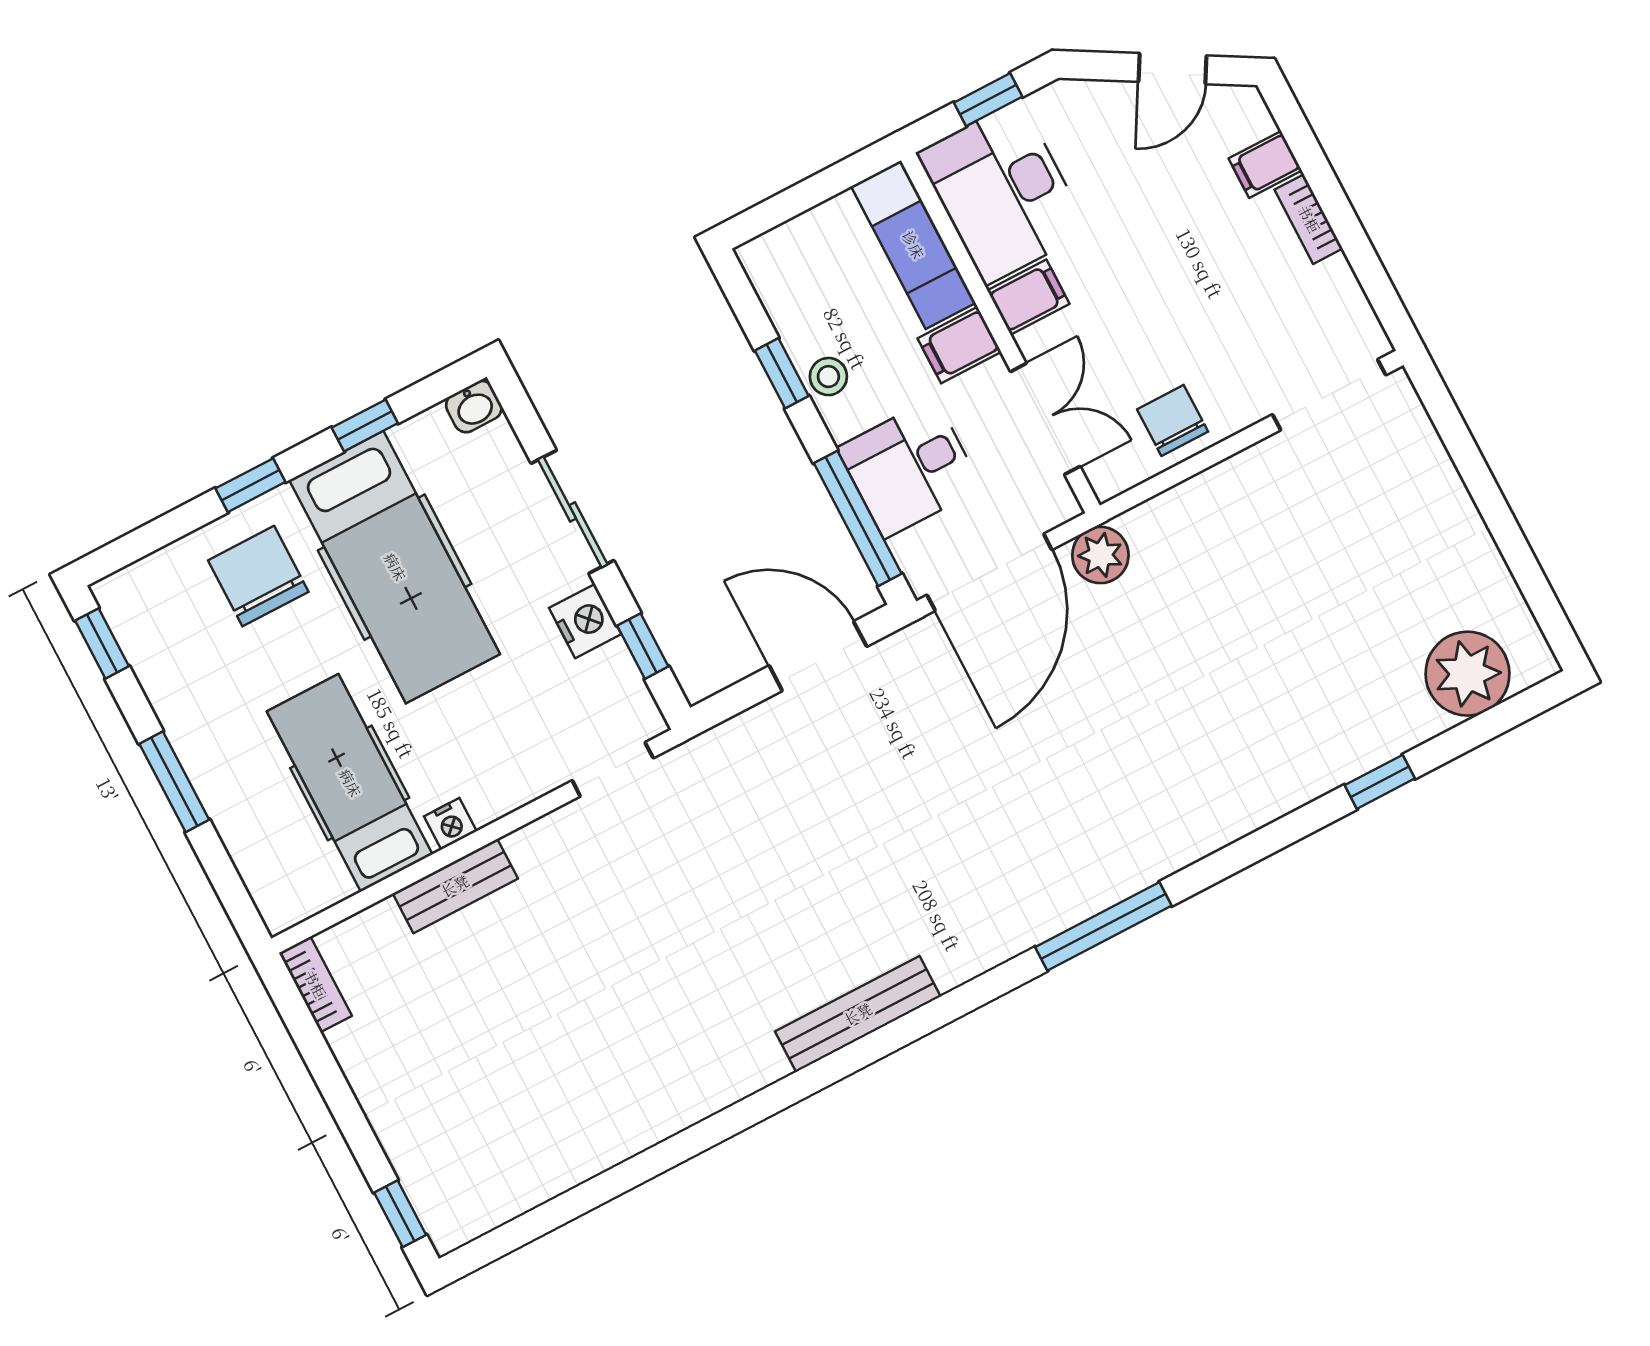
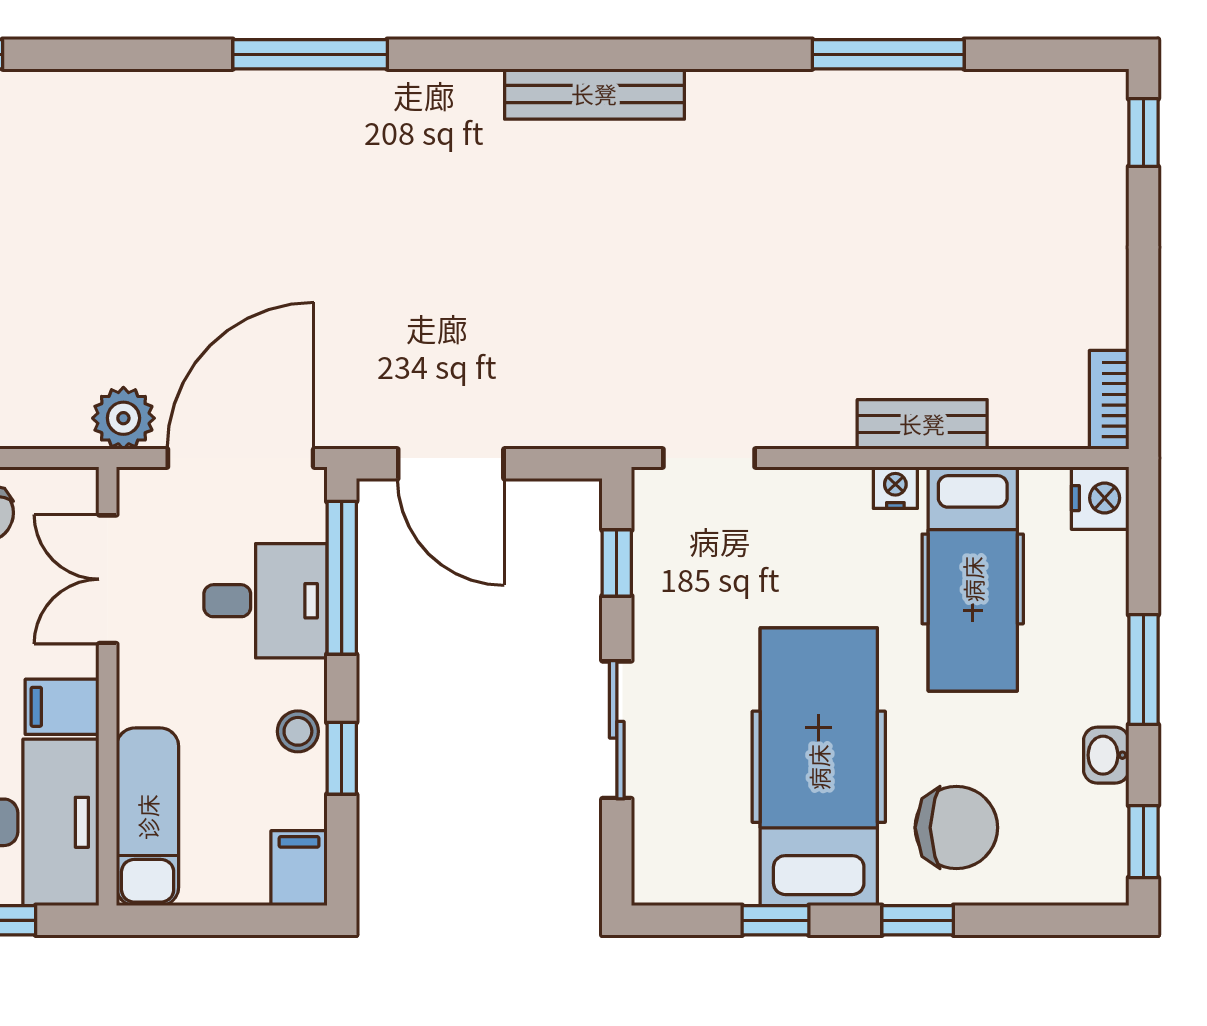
filing cabinet: (959, 345) -> (299, 868), moved, turned -90
washbasin: (474, 407) -> (1106, 755), moved, turned -90
chair: (258, 576) -> (956, 828), turned -90
nightstand: (585, 621) -> (1100, 498), moved, turned 180
window: (638, 1169) -> (888, 54), added

